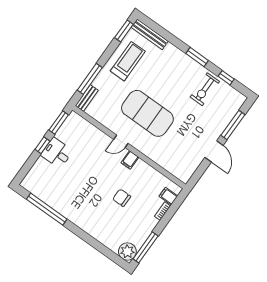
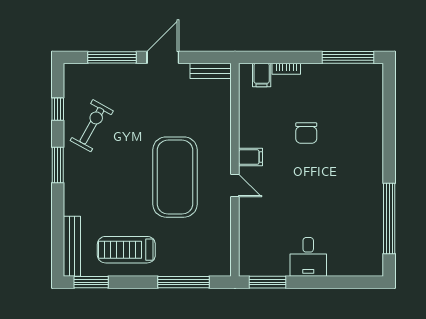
exercise bike: (205, 89) -> (92, 126), turned -61
bench: (87, 98) -> (211, 71), moved
window: (42, 145) -> (311, 282), removed
plant: (127, 251) -> (370, 77), removed

